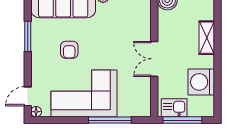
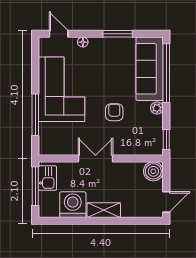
shelving: (207, 38) -> (104, 210), moved
armchair: (69, 50) -> (114, 112), moved, turned 90
floor lamp: (36, 112) -> (83, 42), moved

